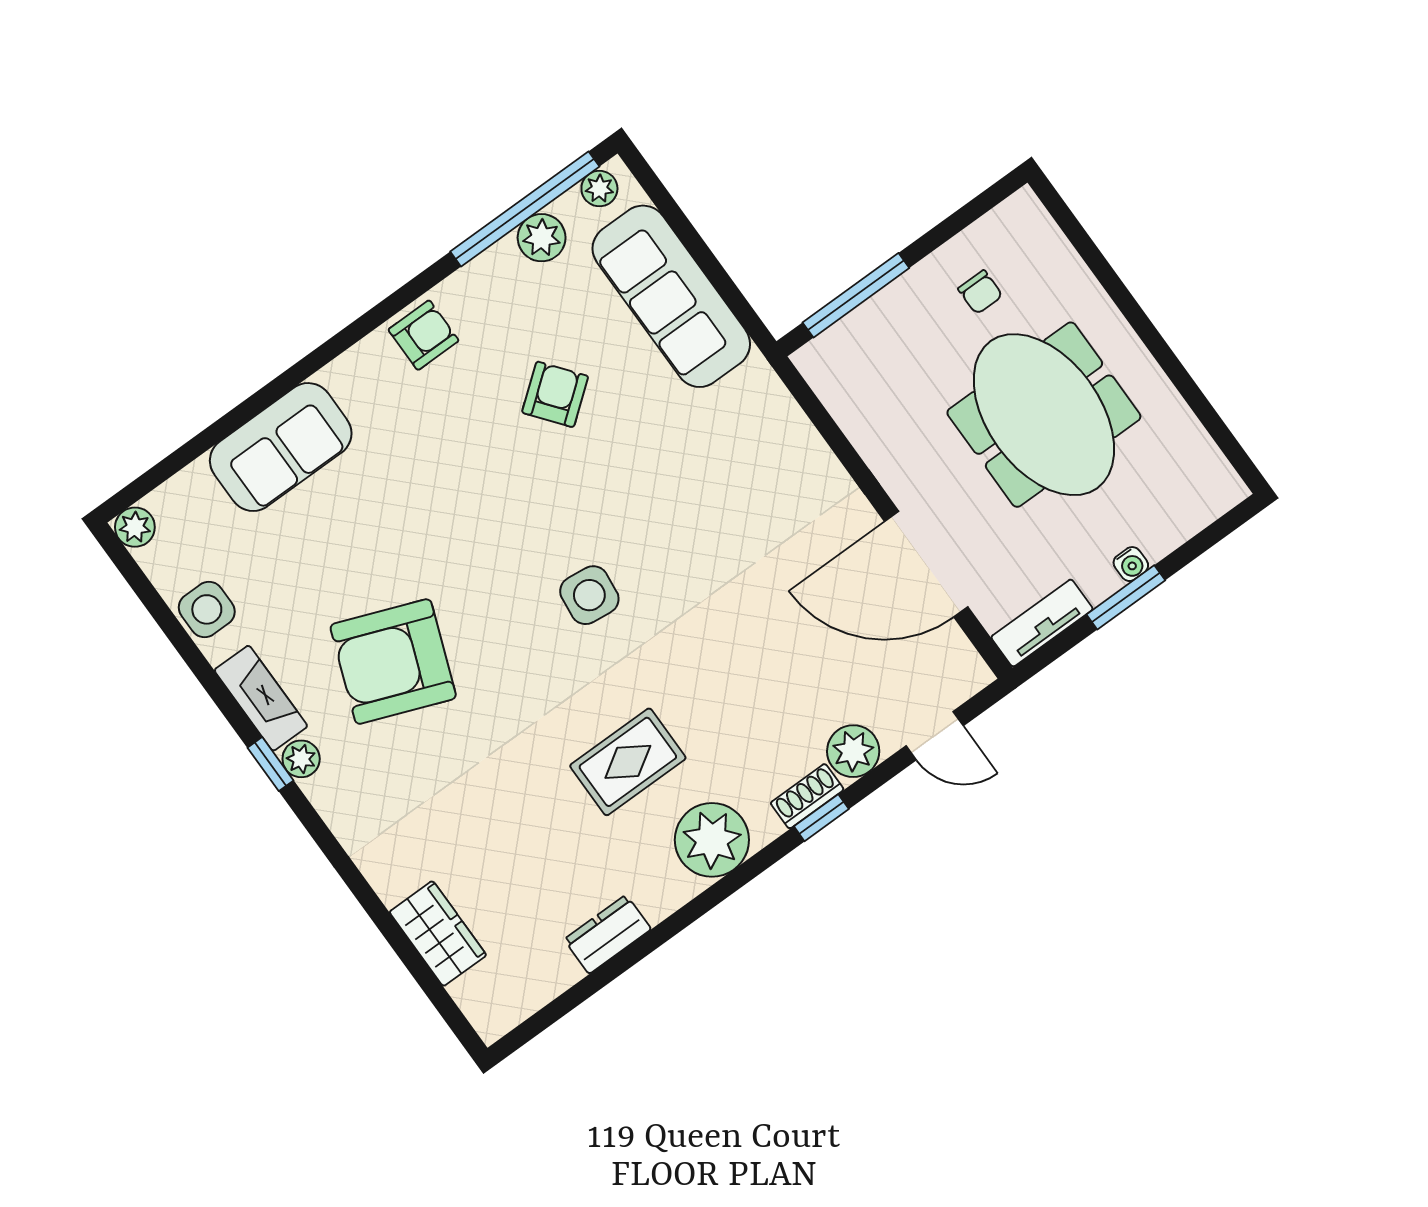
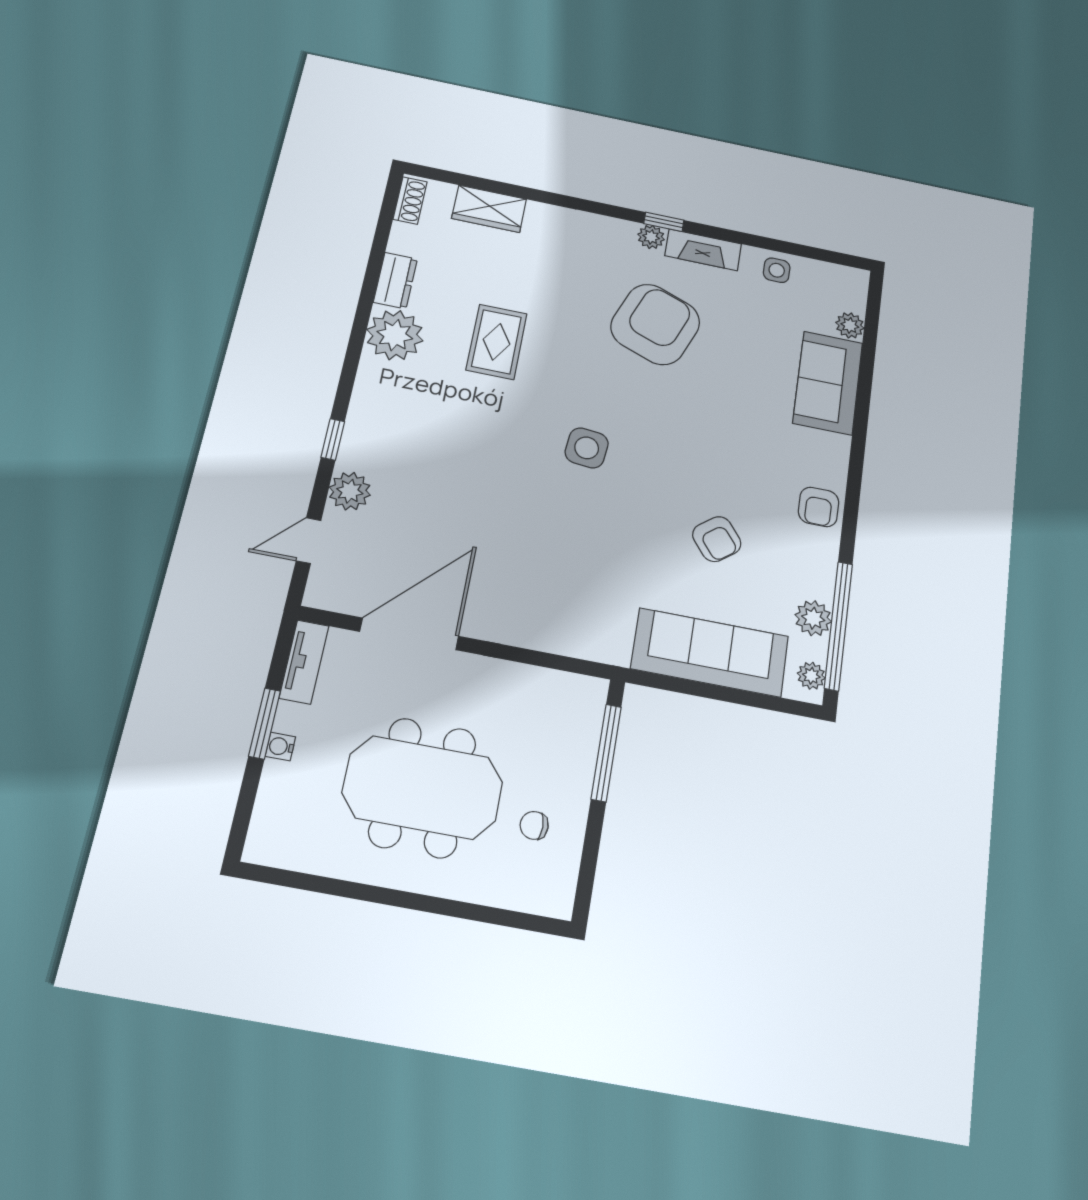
plant: (135, 527) -> (850, 325), moved
side table: (207, 609) -> (777, 270), width x0.73, depth x0.73
rug: (628, 762) -> (497, 342), moved
shoe rack: (807, 796) -> (410, 201), moved
plant: (712, 840) -> (395, 335), moved

